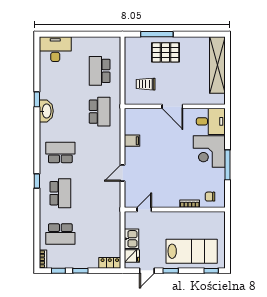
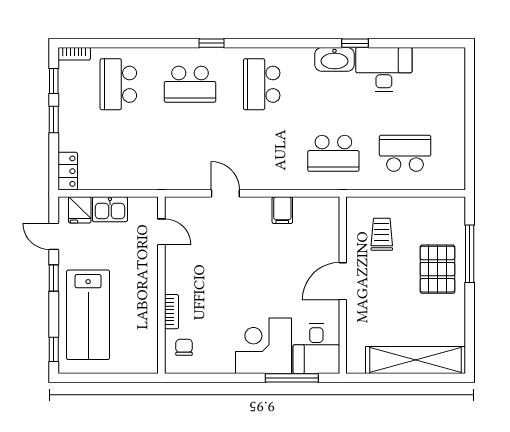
desk: (55, 49) -> (384, 69), moved, turned -90
school desk: (60, 152) -> (262, 84), turned 180
window: (227, 165) -> (292, 378), moved

